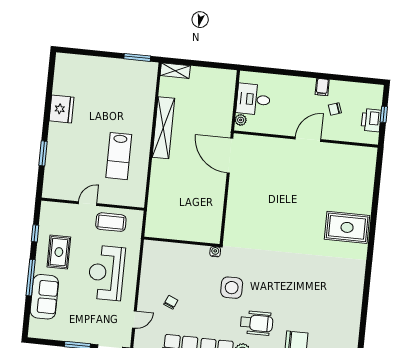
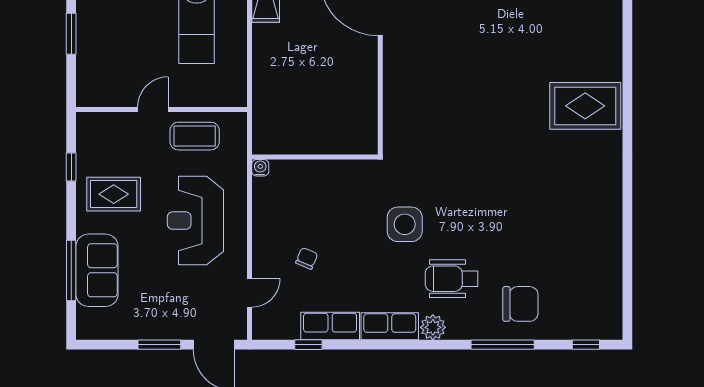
rug: (59, 252) -> (114, 194), turned 90
water cooler: (215, 252) -> (260, 168), moved
window: (31, 278) -> (71, 271), moved
wheelchair: (257, 323) -> (452, 279), turned 180

